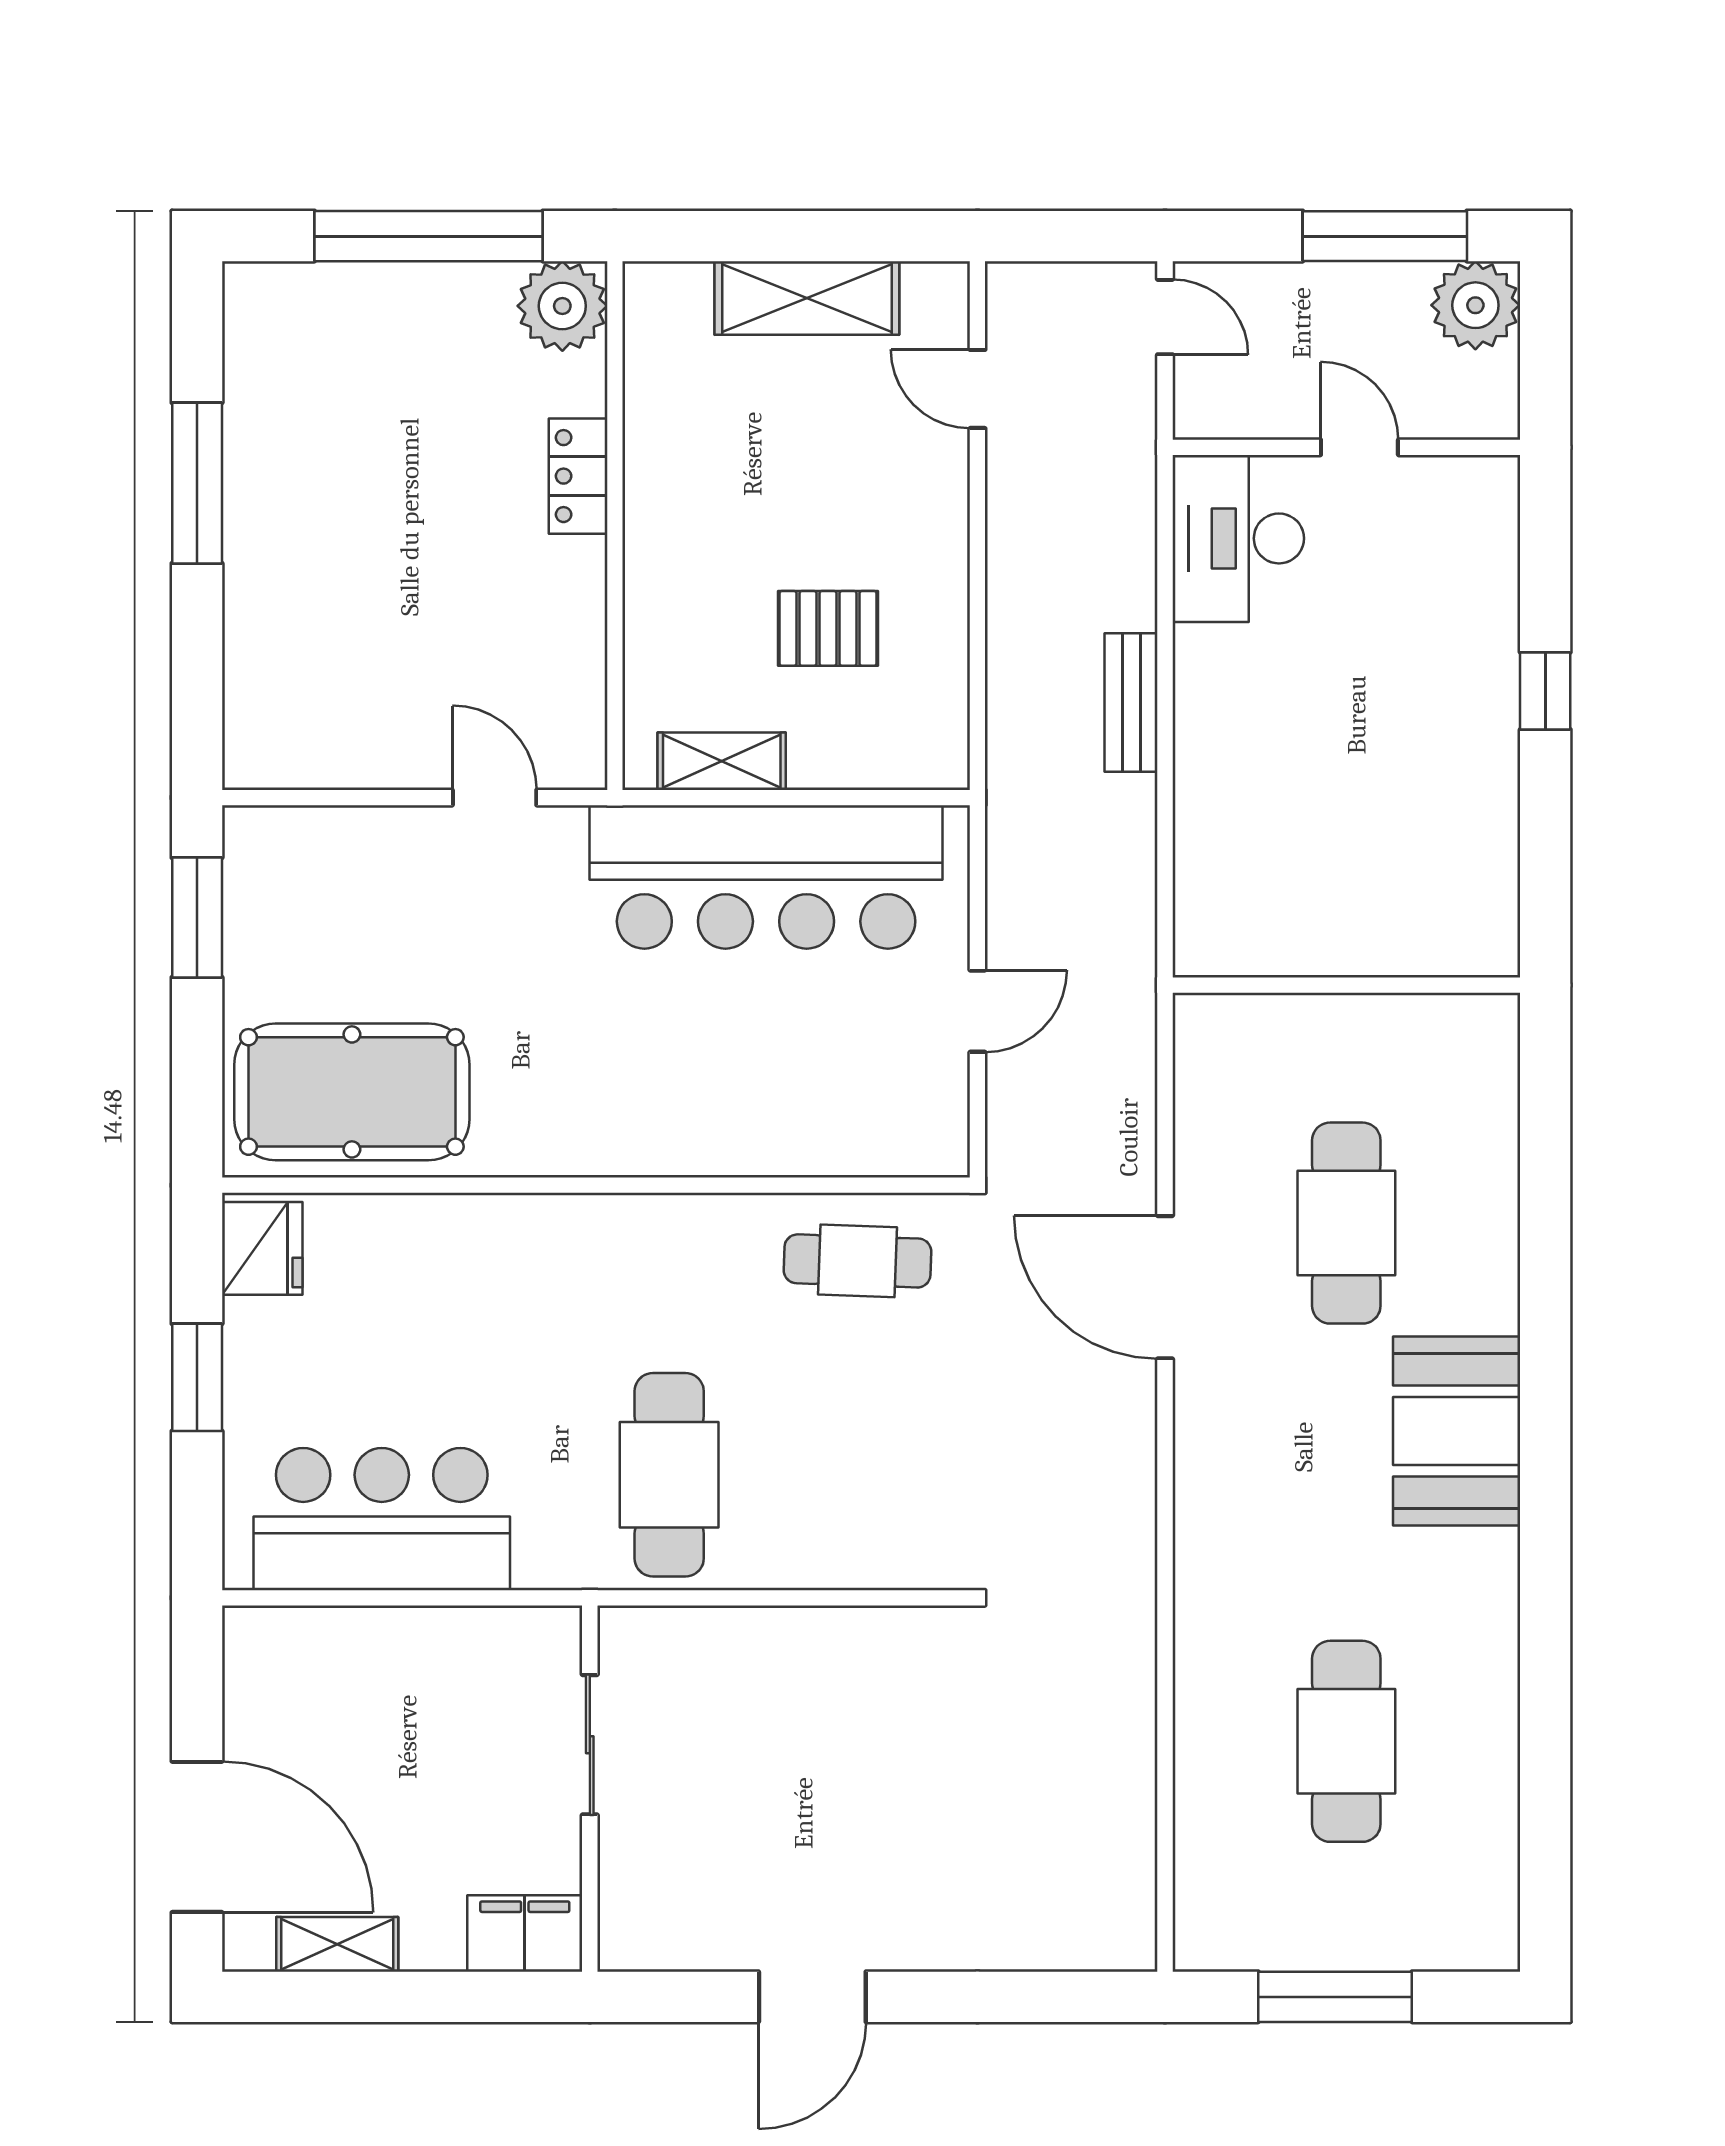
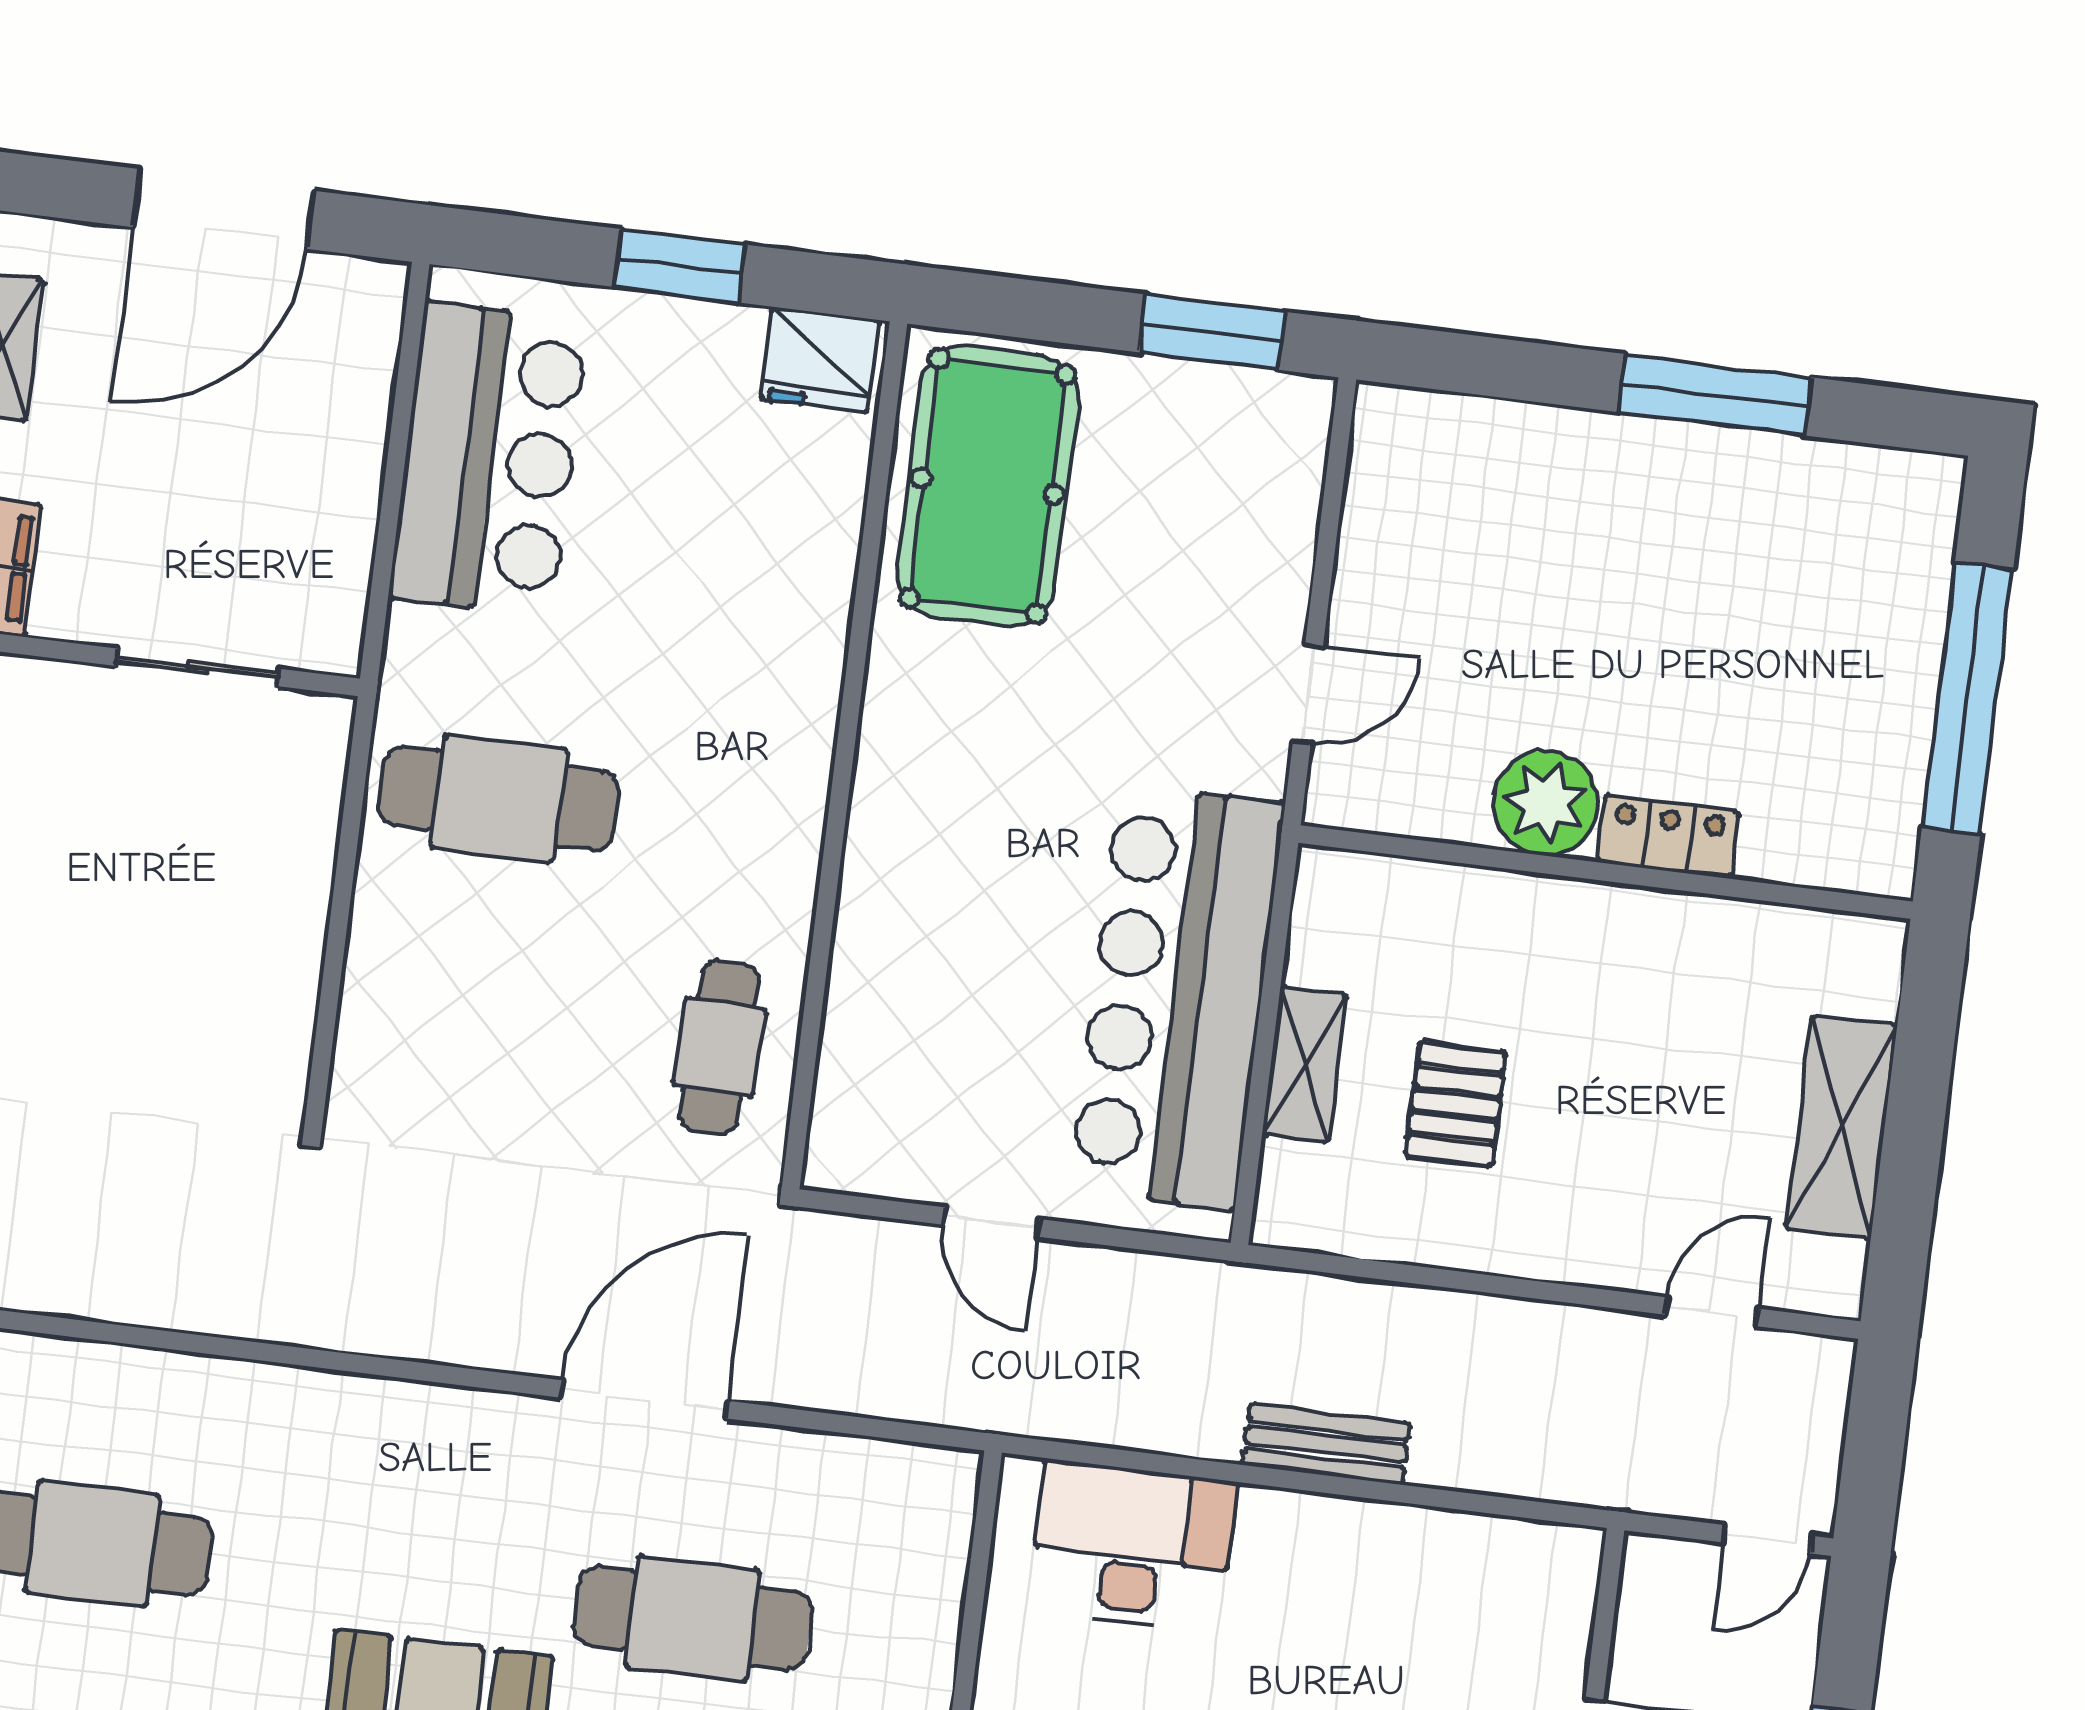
plant: (562, 306) -> (1546, 803), moved
desk: (1238, 538) -> (1132, 1546), moved
shelving: (722, 761) -> (1305, 1064), moved
door: (197, 1837) -> (224, 209), moved

